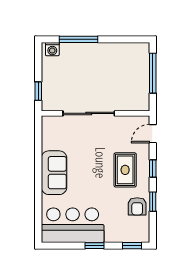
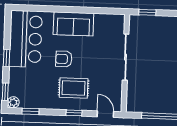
window: (153, 202) -> (31, 111), moved
armchair: (137, 206) -> (64, 59), moved
plant: (143, 236) -> (13, 102), added

